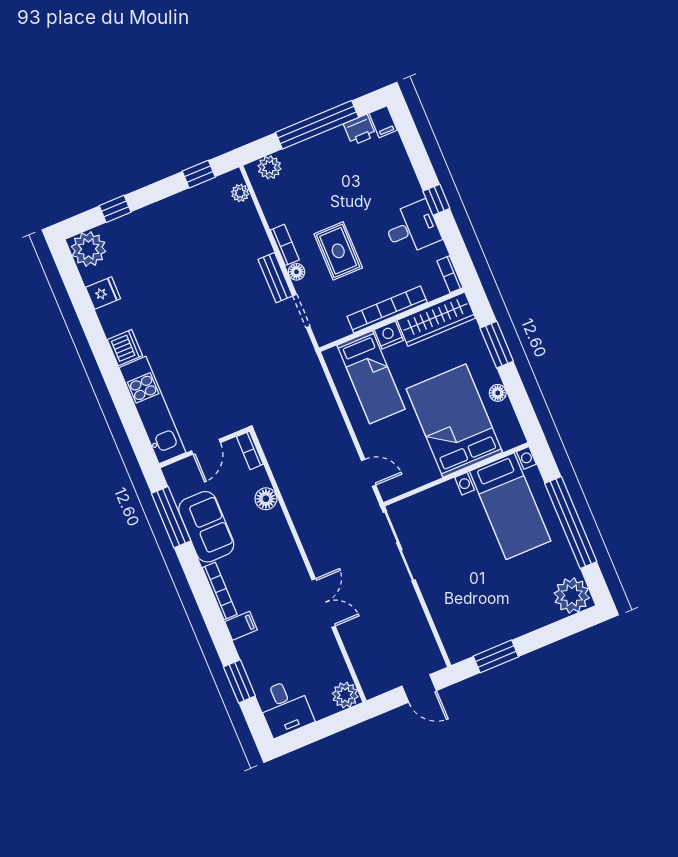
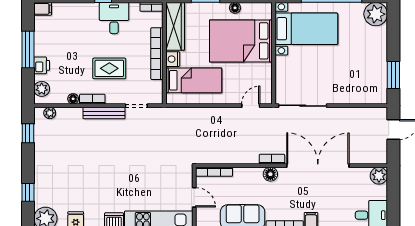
window: (317, 125) -> (28, 49), width x0.68
printer: (360, 130) -> (42, 65), moved
floor lamp: (296, 272) -> (73, 99), moved
bench: (275, 278) -> (104, 113), width x1.36
bookcase: (250, 450) -> (214, 172), width x1.56
floor lamp: (266, 499) -> (270, 174), moved
bookcase: (306, 534) -> (272, 159), added
double door: (324, 603) -> (318, 166), width x1.87

